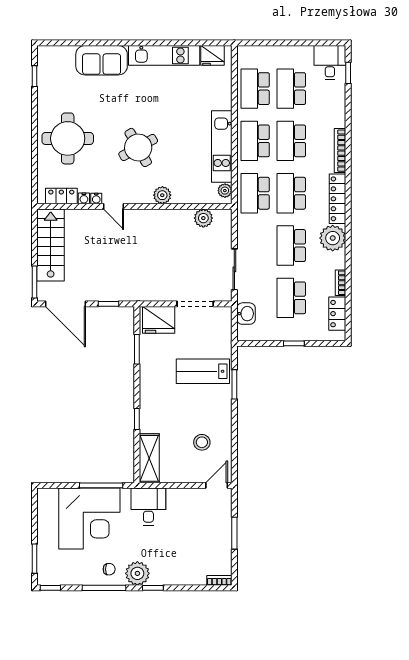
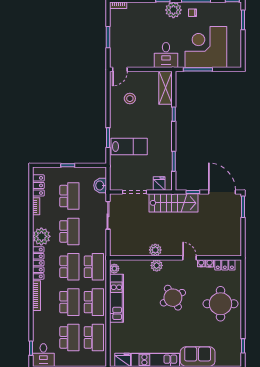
plant: (203, 218) -> (155, 250), moved
stairs: (51, 245) -> (173, 203), moved, turned -90
fridge: (159, 320) -> (159, 184), width x0.53, depth x0.75

